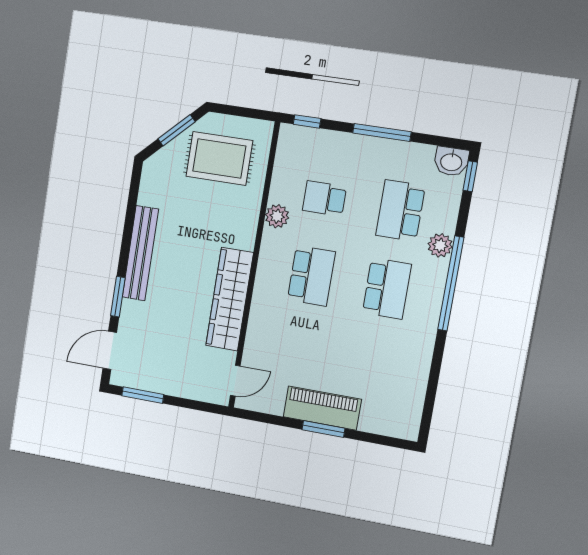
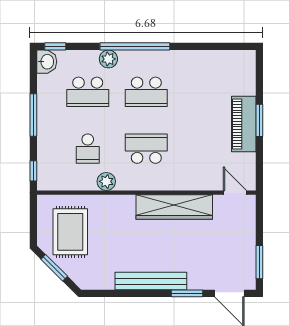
school desk: (387, 288) -> (146, 92), turned 180

